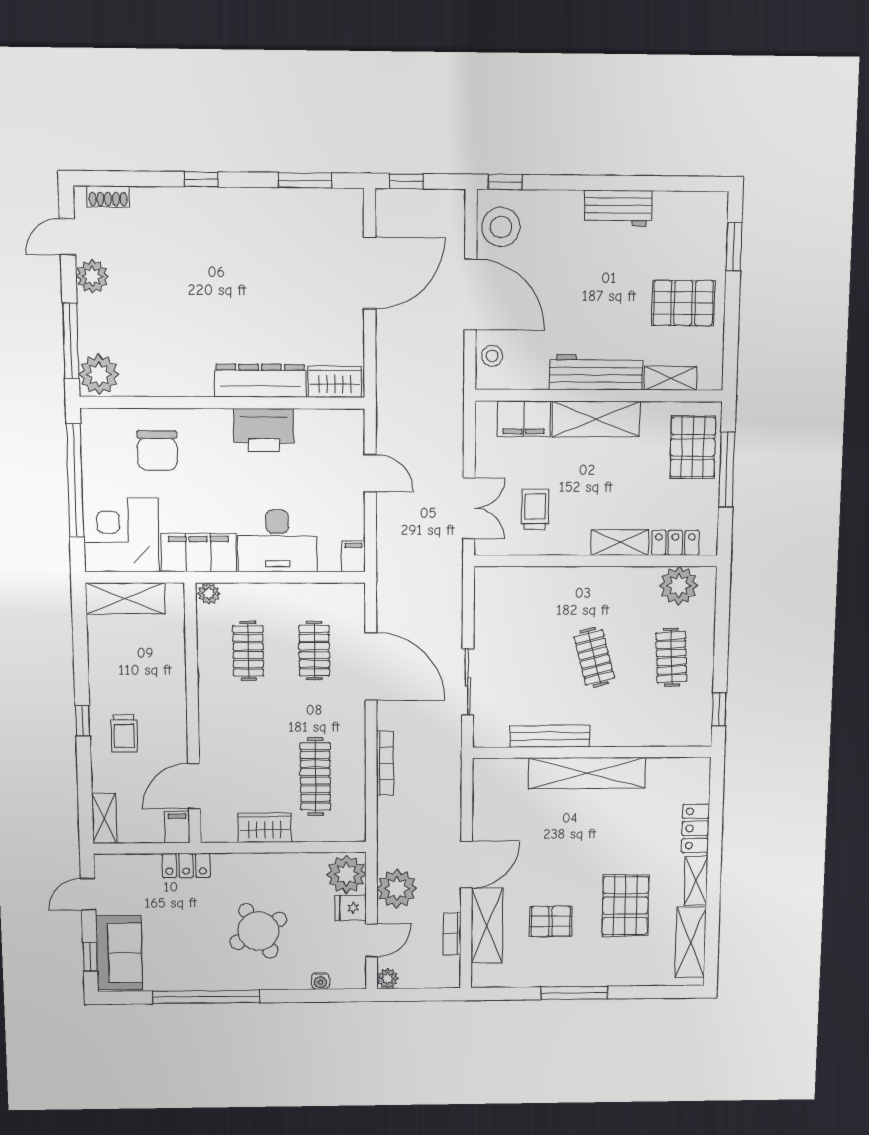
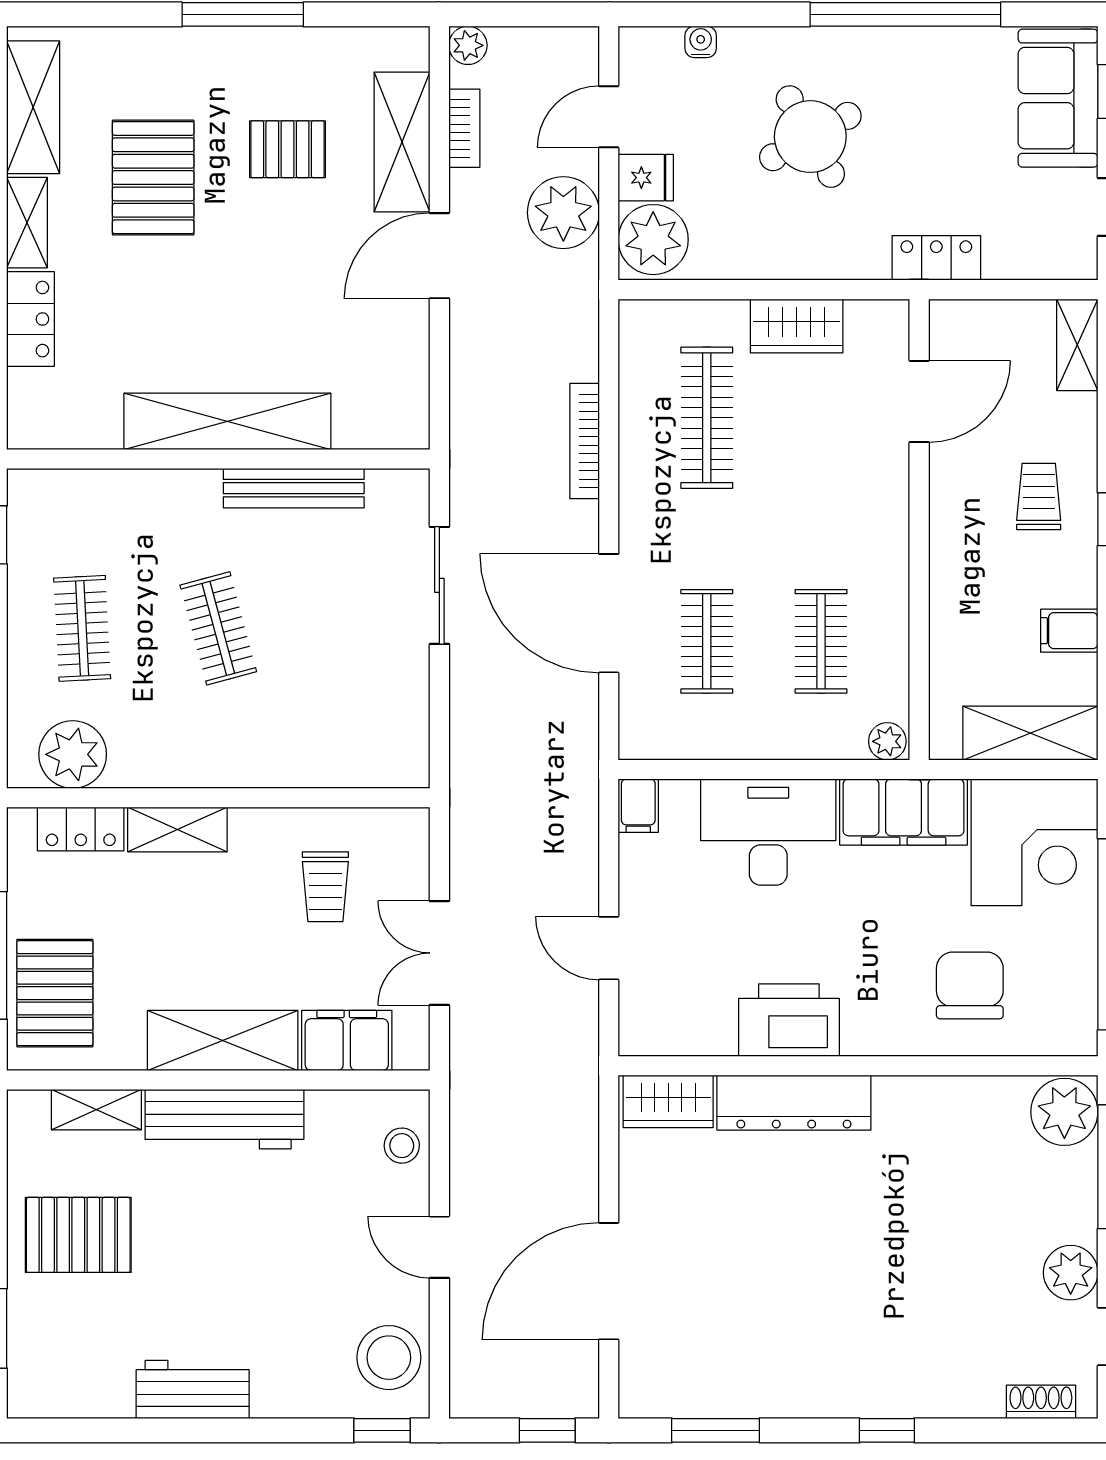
door: (470, 294) -> (439, 1247), width x0.53
double door: (469, 508) -> (439, 953), moved
filing cabinet: (177, 827) -> (1069, 631), moved, turned 90
plant: (388, 978) -> (468, 45), moved

